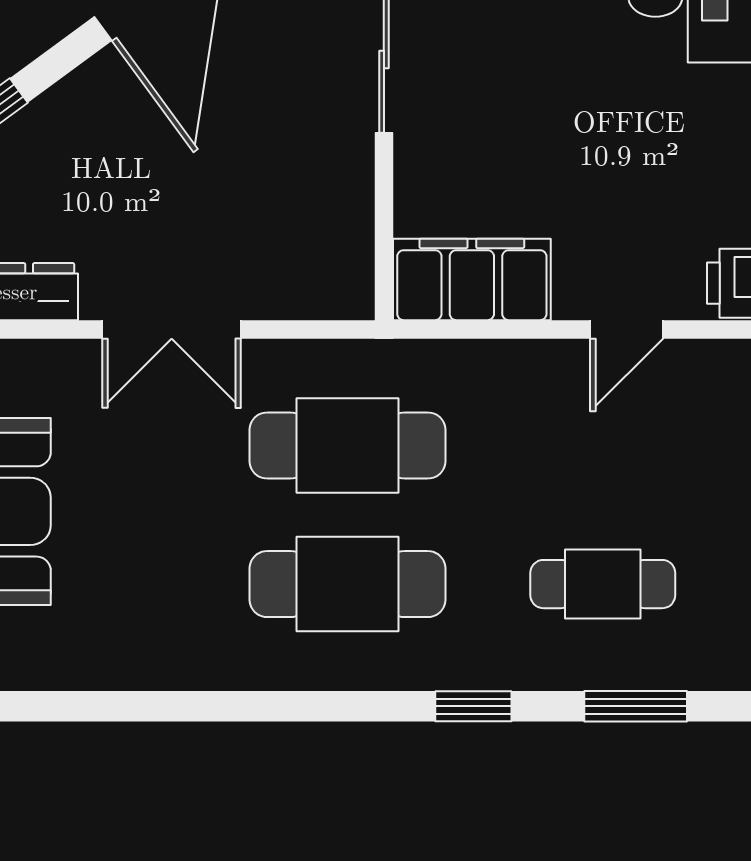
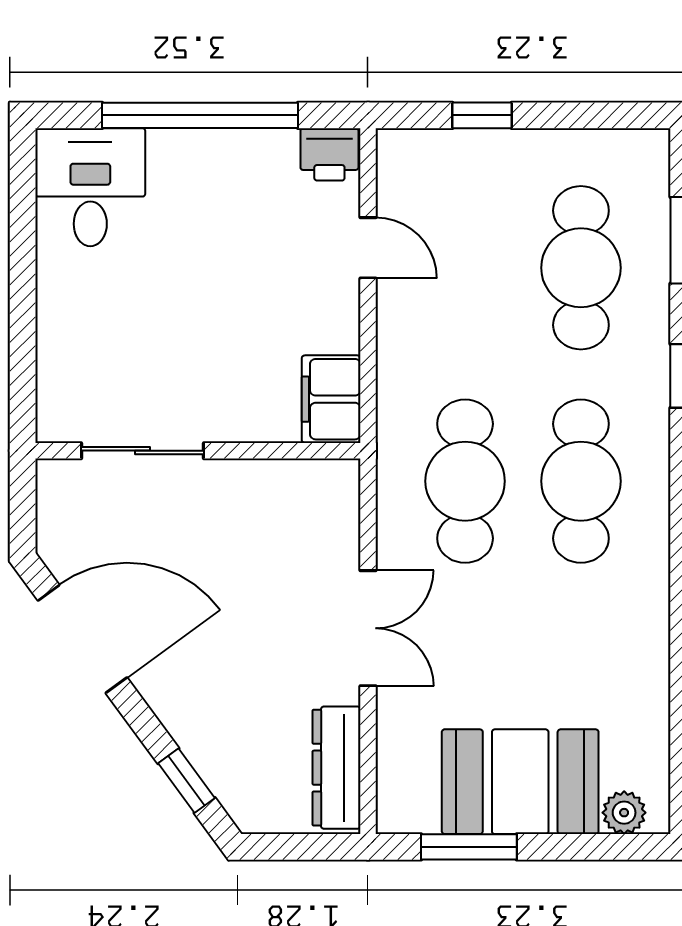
filing cabinet: (472, 279) -> (331, 399), width x0.67, depth x0.86
cafe table: (603, 584) -> (581, 268), width x1.37, depth x1.35

